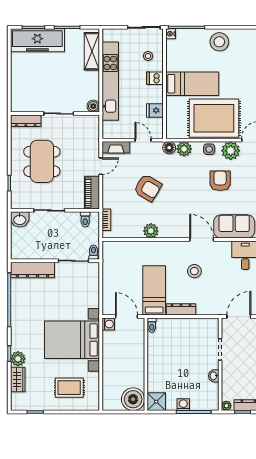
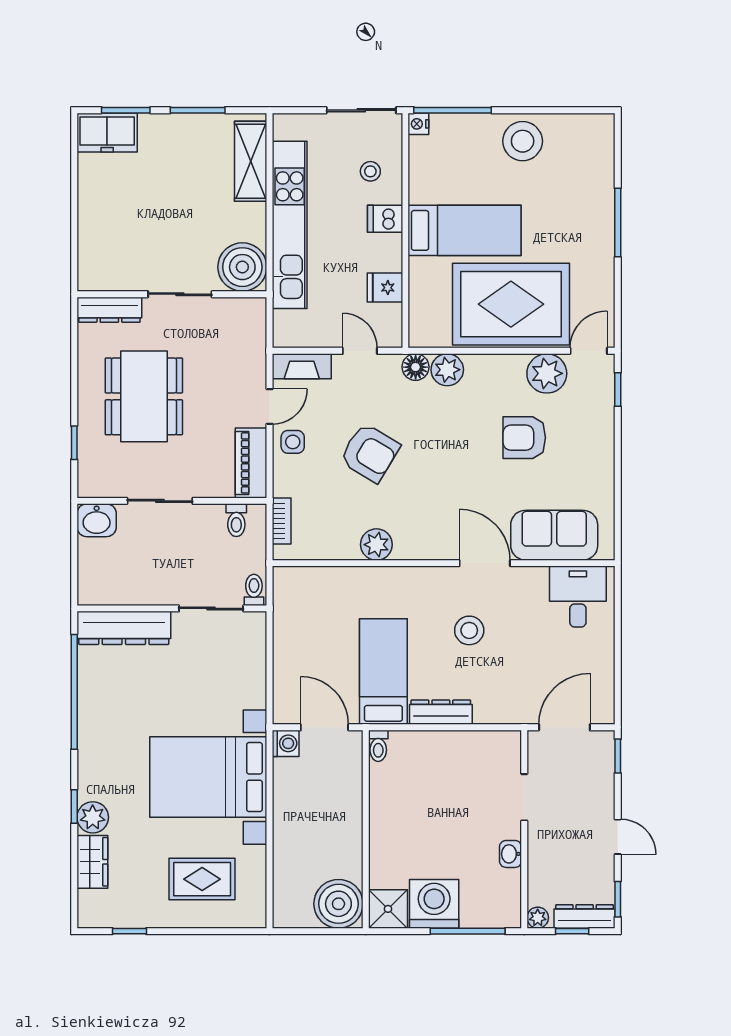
freezer: (37, 40) -> (107, 133), width x0.52, depth x0.79
boiler: (93, 106) -> (242, 267), width x1.86, depth x1.86
side table: (209, 149) -> (293, 442), moved
armchair: (220, 181) -> (524, 438), turned -90
washing machine: (183, 405) -> (434, 904), width x1.89, depth x1.89

